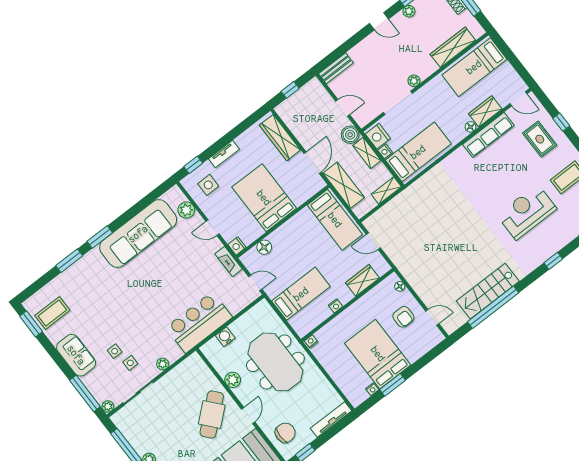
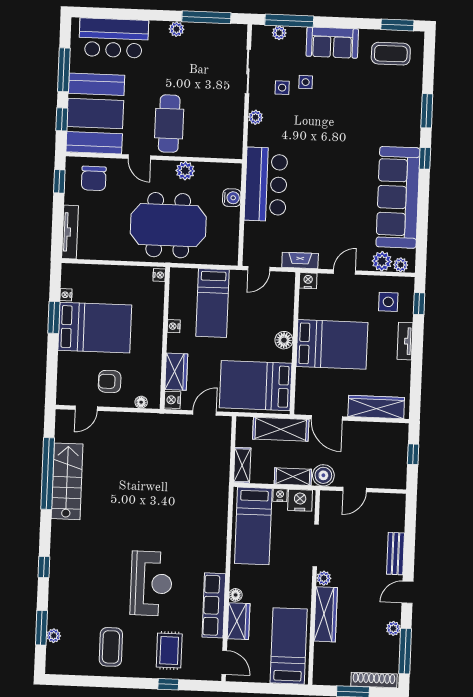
wardrobe: (453, 47) -> (326, 614), moved
bench: (336, 68) -> (396, 554), moved
door: (518, 99) -> (224, 662), swing flipped
rug: (540, 139) -> (169, 651), turned 90
plant: (179, 196) -> (401, 265), added
reception desk: (527, 212) -> (151, 584), moved
bed: (335, 220) -> (256, 386), width x1.50
window: (100, 237) -> (425, 158), width x0.67
floor lamp: (264, 247) -> (284, 340), moved
nightstand: (382, 268) -> (172, 400), added
coffee table: (52, 313) -> (391, 54), turned 90
plant: (108, 406) -> (279, 33), moved
cafe table: (212, 414) -> (169, 124), turned 41

